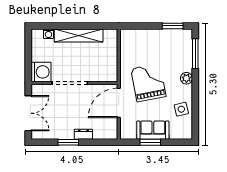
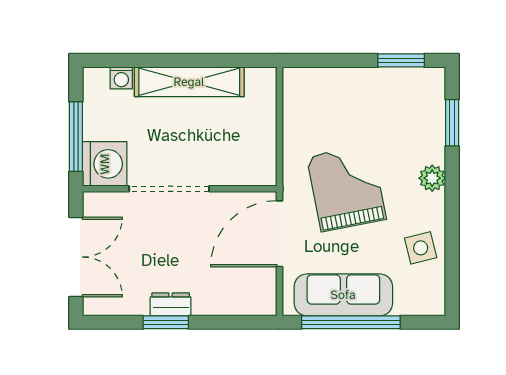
window: (195, 54) -> (452, 123), width x0.69
window: (28, 60) -> (76, 137), added
sofa: (153, 130) -> (343, 295), width x1.36
dresser: (83, 134) -> (171, 304), moved
window: (150, 142) -> (351, 322), width x2.11

